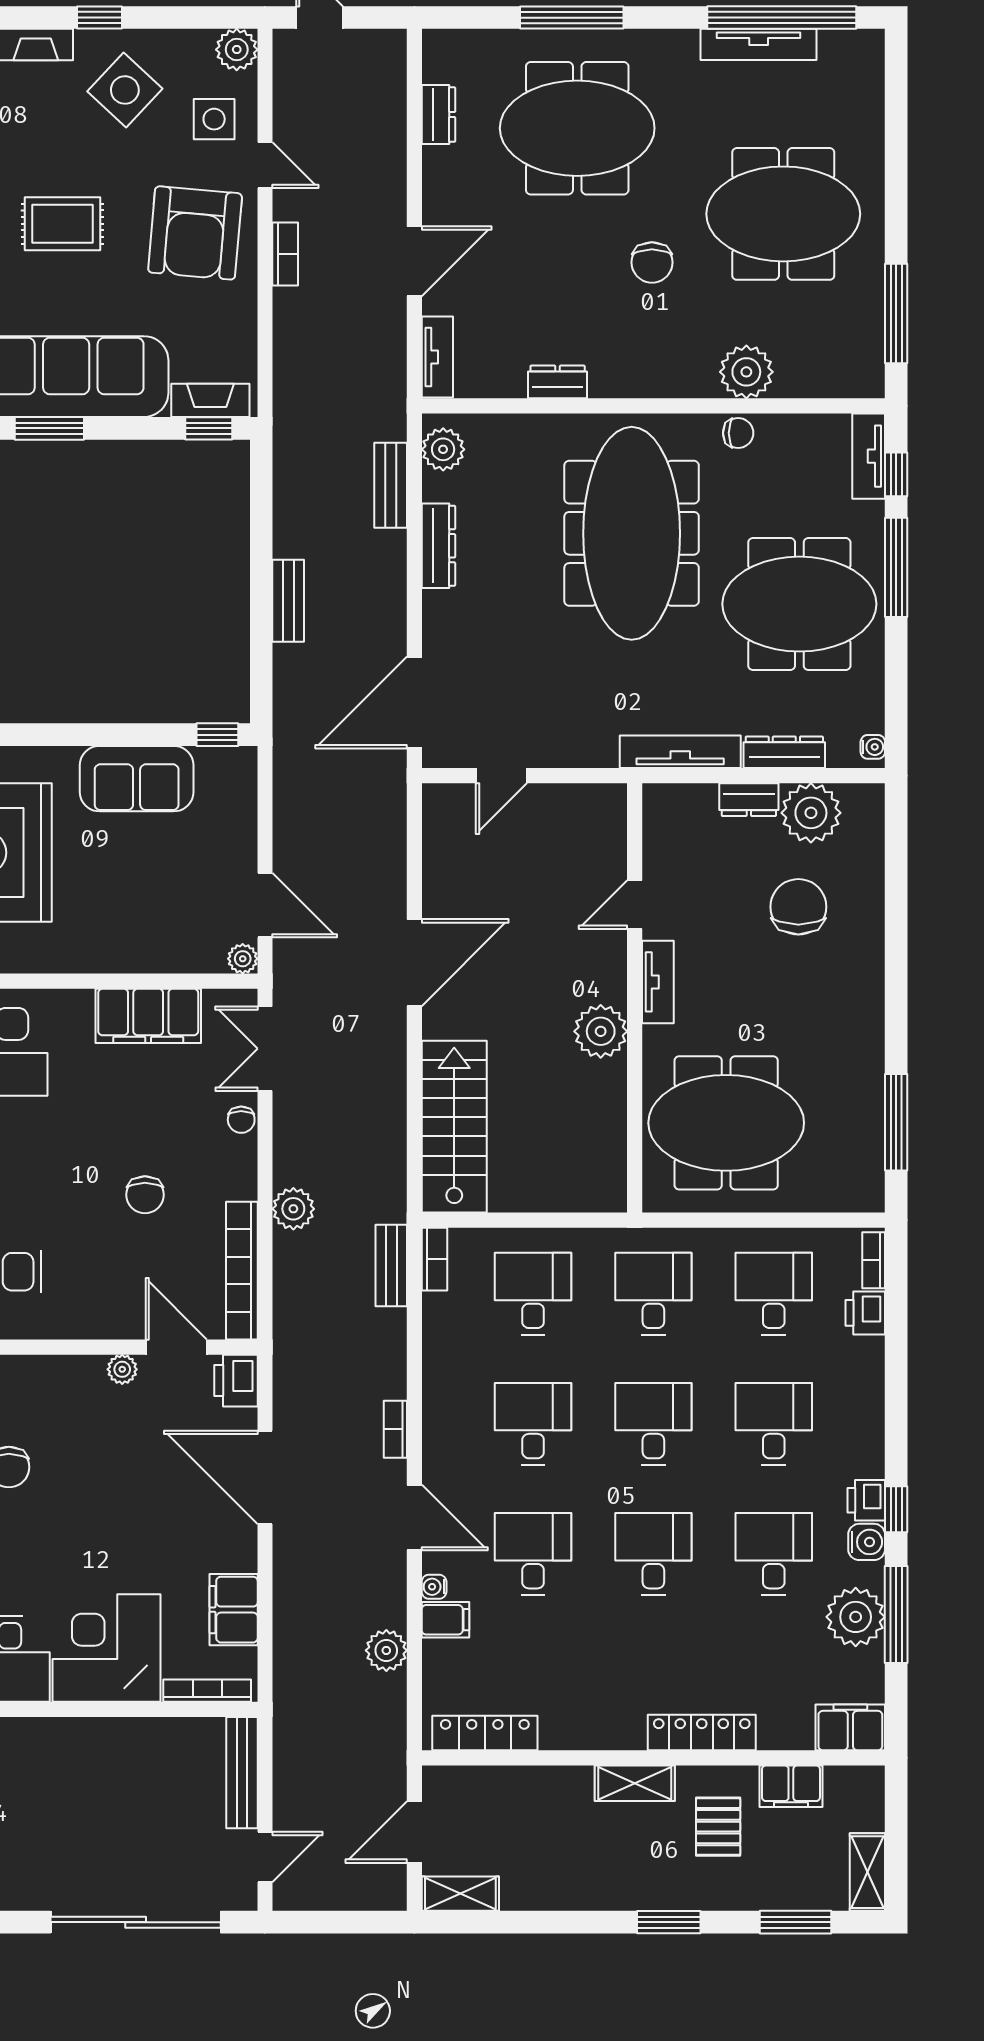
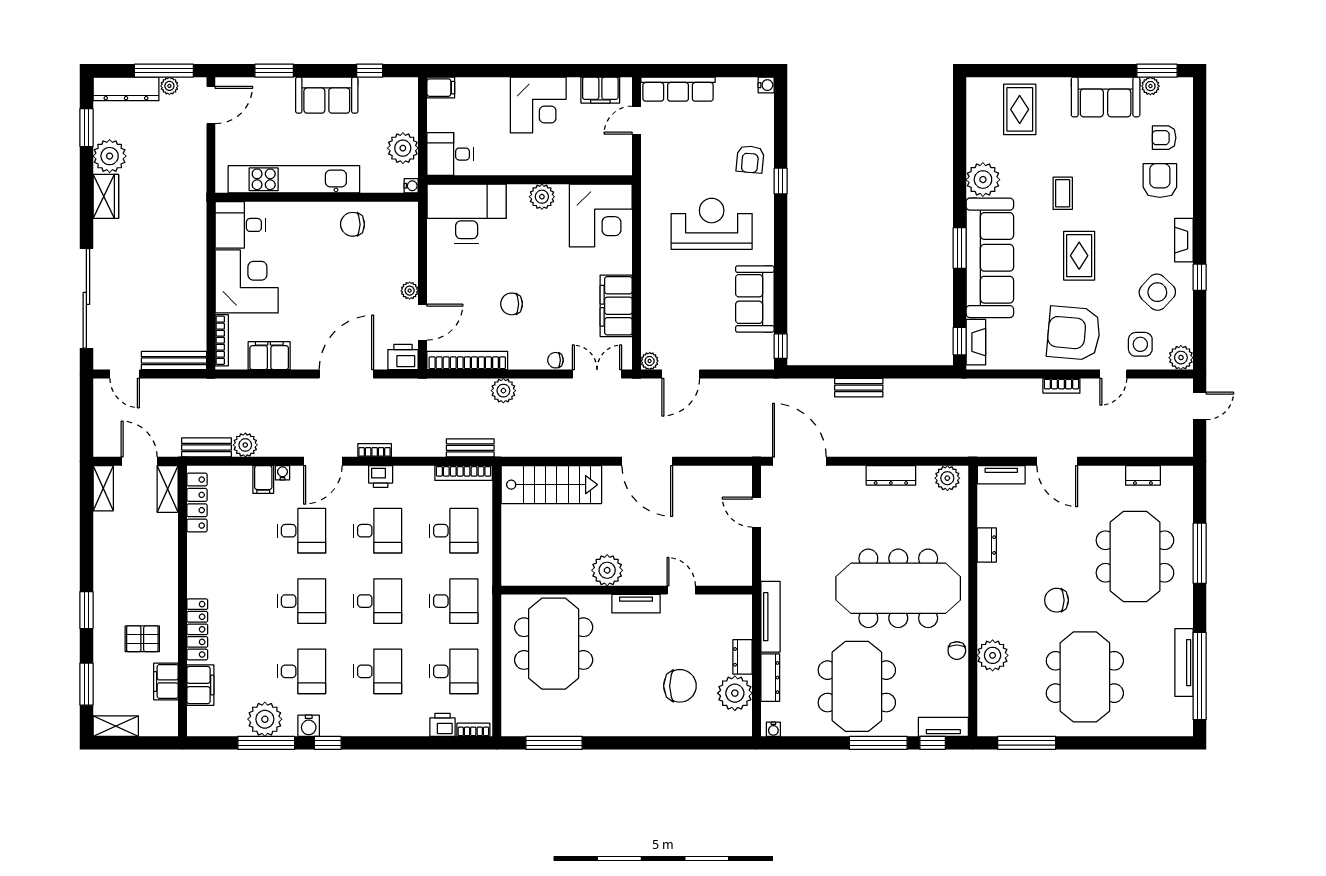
bench: (391, 485) -> (207, 447), moved
bookcase: (434, 1259) -> (464, 473), width x1.56
printer: (866, 1500) -> (381, 477), moved, turned 180
filing cabinet: (850, 1727) -> (200, 685), moved
shelving: (635, 1783) -> (168, 489), moved

